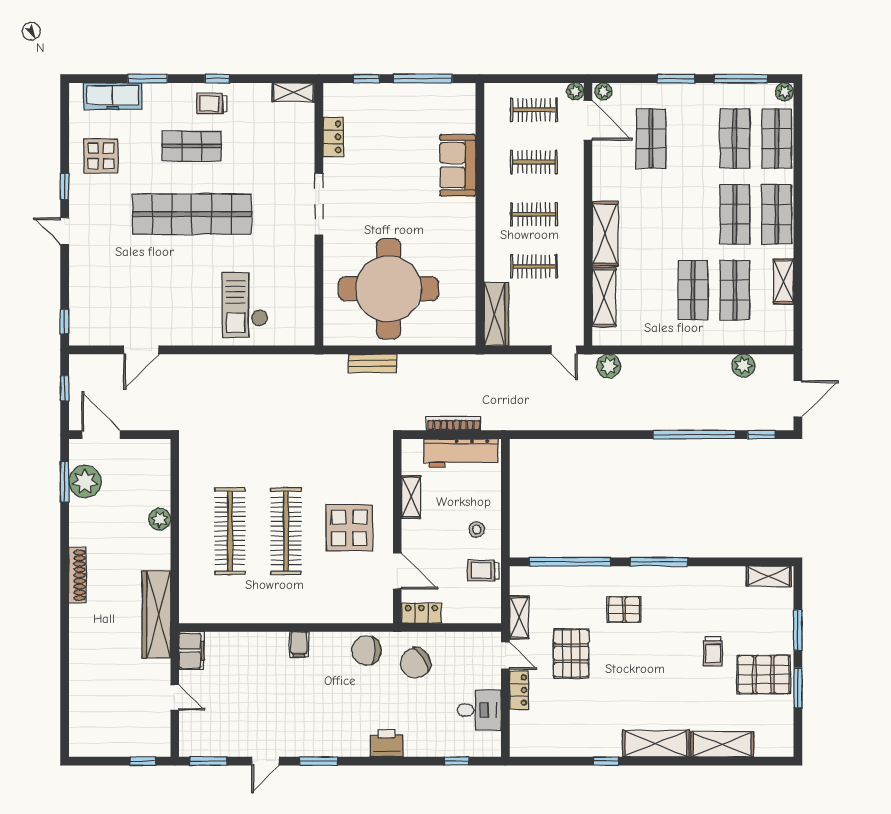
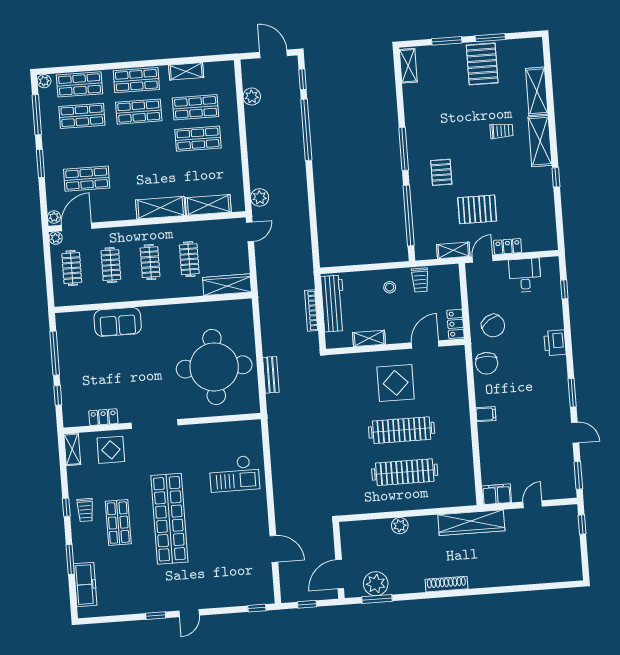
display table: (101, 156) -> (111, 450), moved
trolley: (713, 651) -> (502, 131), moved

